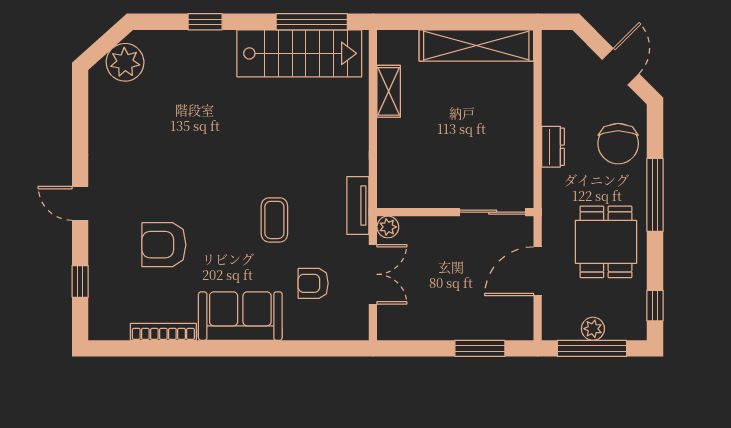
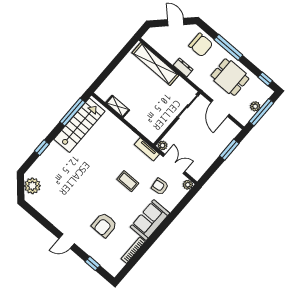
shelving: (476, 45) -> (155, 64), moved, turned 90
armchair: (313, 283) -> (160, 186), turned 83
plant: (358, 329) -> (188, 185), added

